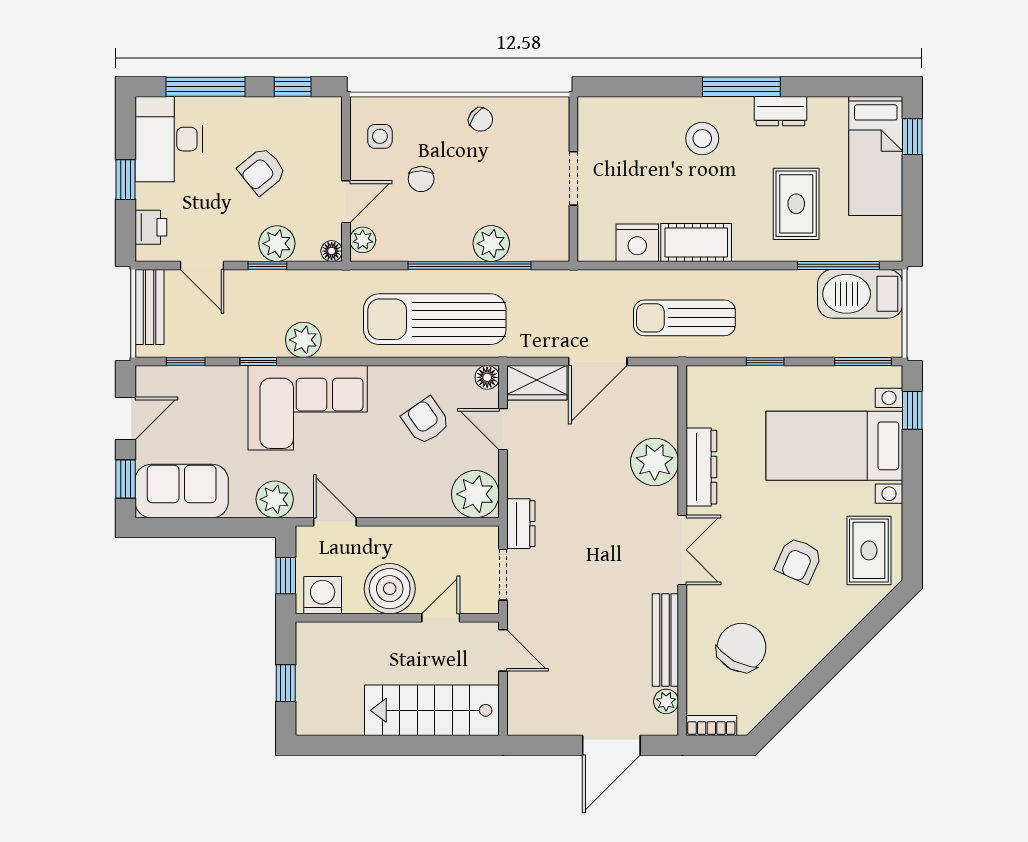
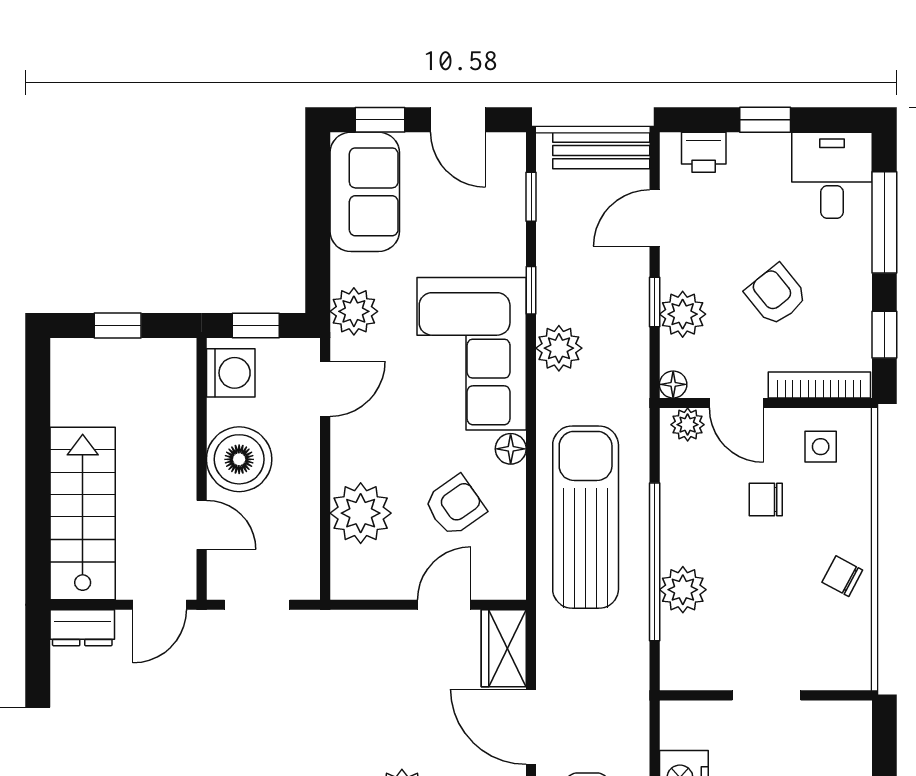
chair: (481, 119) -> (842, 576), turned 80
bookcase: (332, 137) -> (819, 385), added
desk: (169, 139) -> (832, 175), width x0.73
floor lamp: (487, 377) -> (511, 449), moved
plant: (475, 494) -> (361, 513), moved
dresser: (521, 524) -> (82, 628), moved

